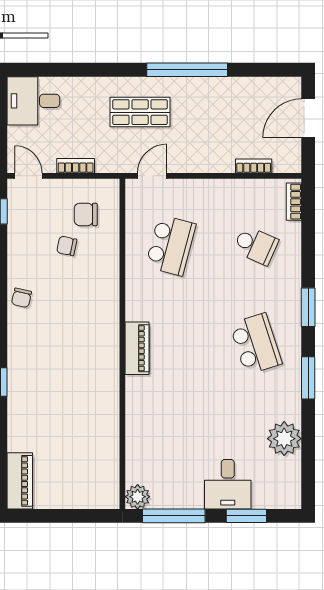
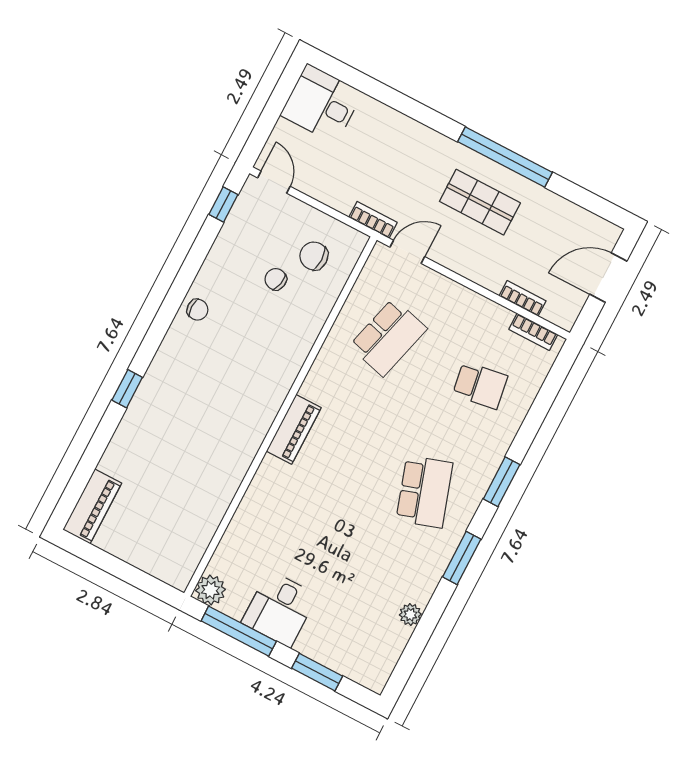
shop shelf: (140, 112) -> (480, 202), moved
bookcase: (76, 166) -> (373, 220), moved
bookcase: (294, 202) -> (533, 332), moved, turned -90
school desk: (256, 245) -> (480, 385), turned -33
chair: (21, 298) -> (197, 310), turned -103
plant: (284, 439) -> (410, 615), width x0.53, depth x0.53
desk: (228, 484) -> (279, 609), moved

